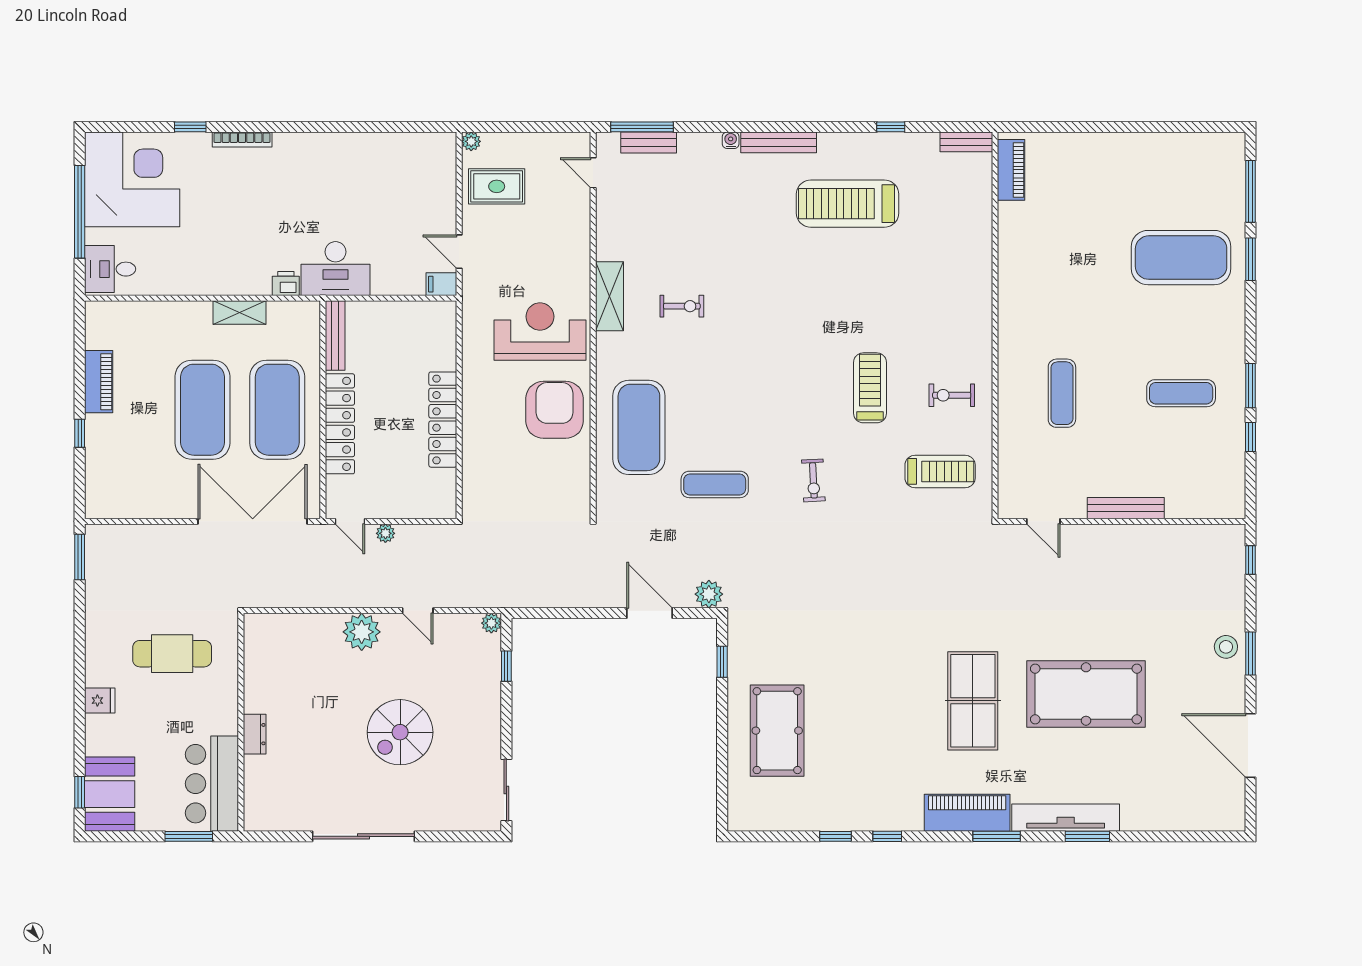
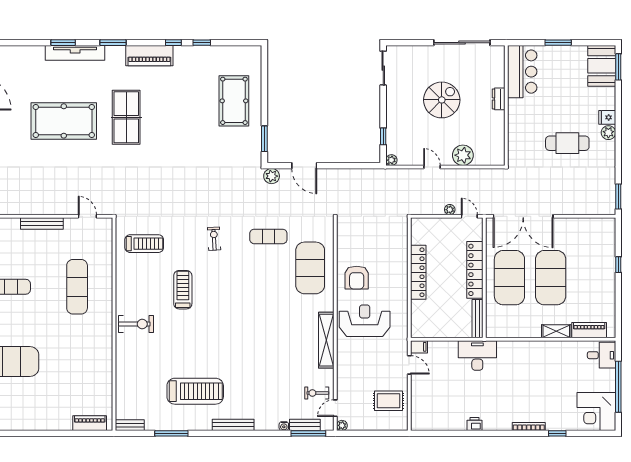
window: (891, 127) -> (171, 433), width x2.17
water cooler: (731, 140) -> (284, 426), moved
plant: (471, 141) -> (342, 425), moved
piano: (1011, 170) -> (90, 423), moved, turned 90
door: (593, 173) -> (335, 408), swing flipped
corner desk: (132, 179) -> (596, 411), width x0.74, depth x0.74
printer: (286, 283) -> (475, 424), moved, turned 180
shelving: (610, 296) -> (326, 340), width x1.47
exercise bike: (682, 306) -> (317, 393), moved
shelving: (240, 312) -> (556, 331), moved
reception desk: (540, 332) -> (365, 321), turned 180
piano: (99, 382) -> (589, 330), moved, turned 90
treadmill: (870, 388) -> (183, 290), turned 180
exercise mat: (1062, 393) -> (77, 287), width x1.36, depth x1.45
exercise bike: (952, 395) -> (136, 324), moved, width x1.38, depth x1.39
armchair: (555, 410) -> (357, 278), width x0.73, depth x0.73
treadmill: (940, 471) -> (144, 244), turned 180
window: (722, 662) -> (264, 139), width x1.50
plant: (98, 673) -> (608, 133), added
wall: (241, 722) -> (506, 105), moved
dresser: (255, 734) -> (499, 99), moved
bar counter: (212, 784) -> (522, 72), moved
window: (80, 792) -> (618, 67), width x1.50
piano: (967, 813) -> (149, 56), moved

